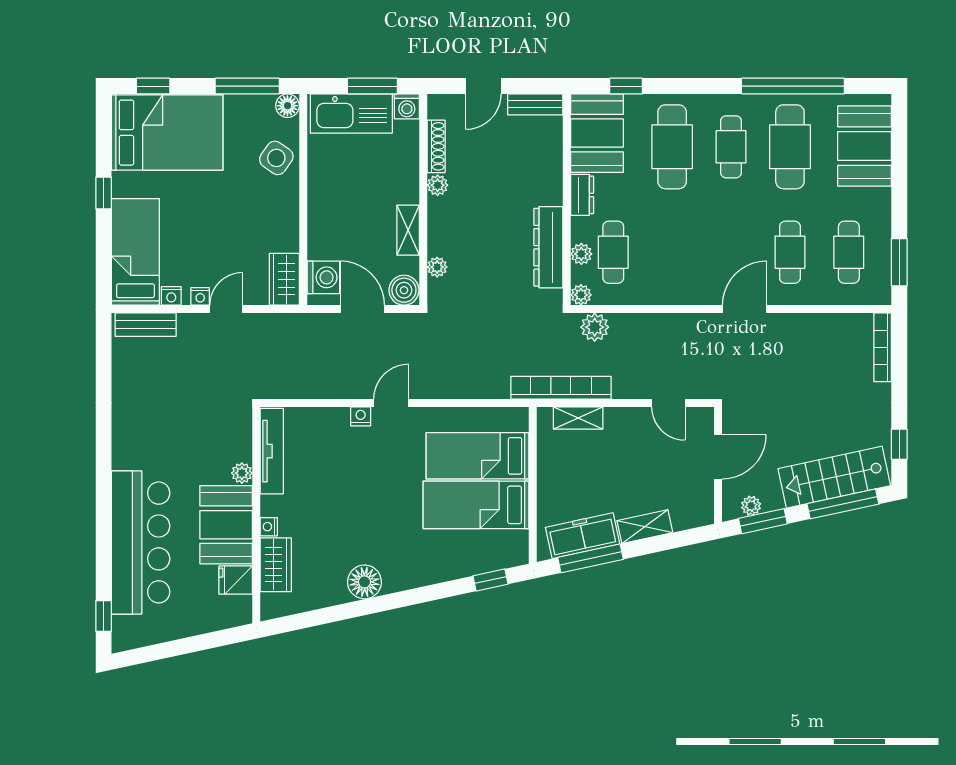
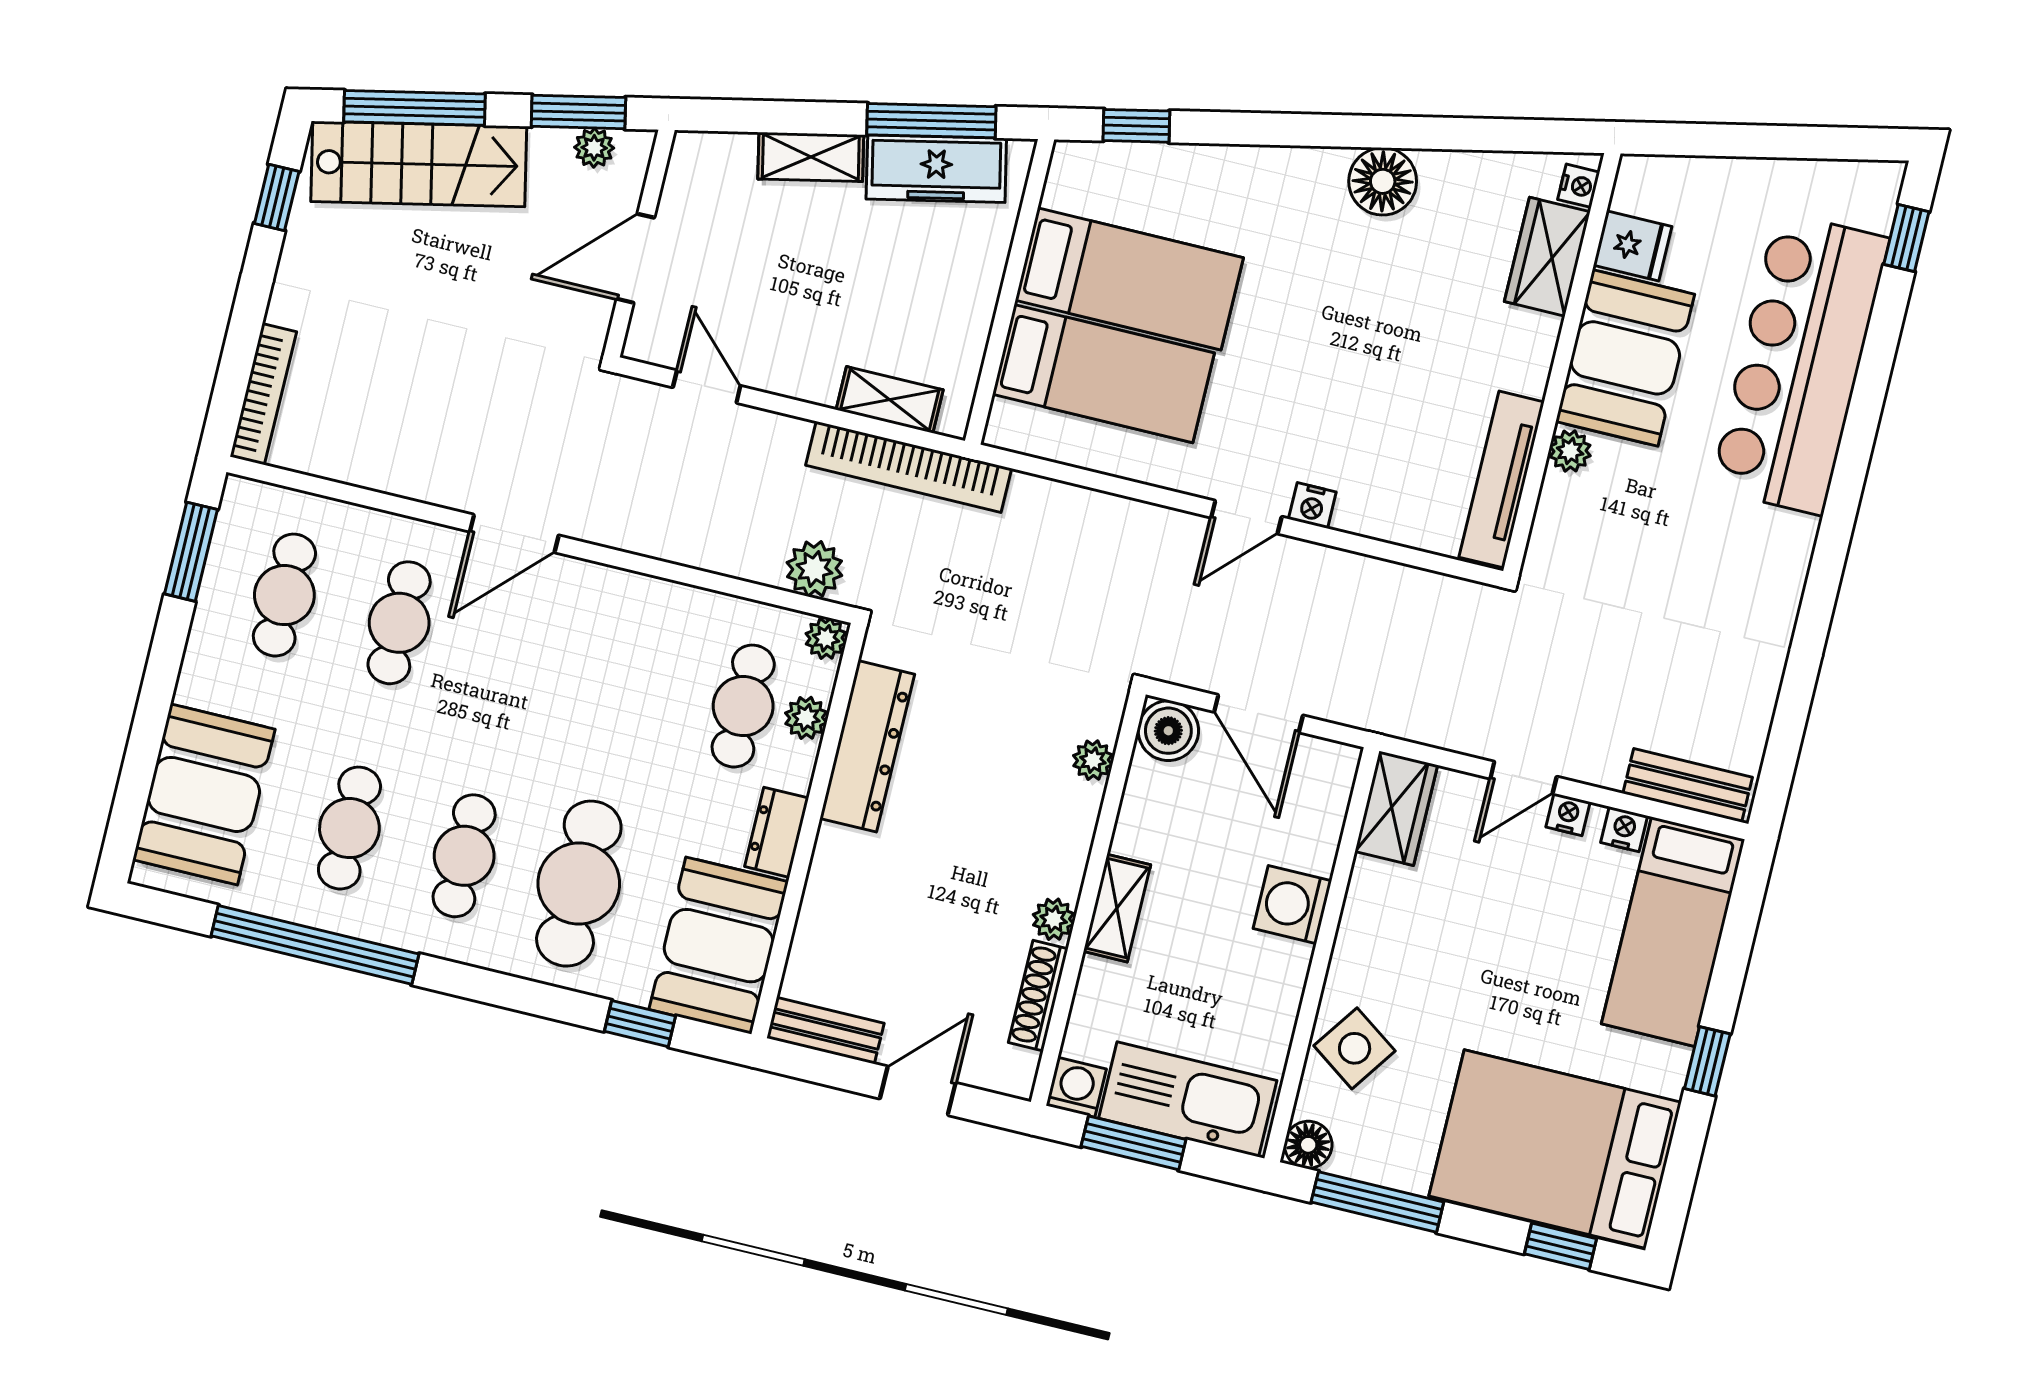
cafe table: (790, 147) -> (349, 828), width x0.73, depth x0.74
shelving: (408, 230) -> (1117, 908), moved
washing machine: (323, 277) -> (1292, 905), moved
nightstand: (269, 527) -> (1579, 186), moved

